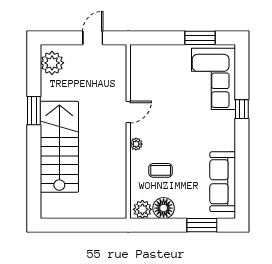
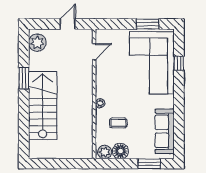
corner sofa: (214, 79) -> (152, 63), width x1.36, depth x1.36
window: (242, 109) -> (179, 63), moved
door: (128, 112) -> (94, 52), moved

